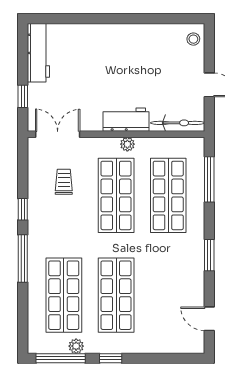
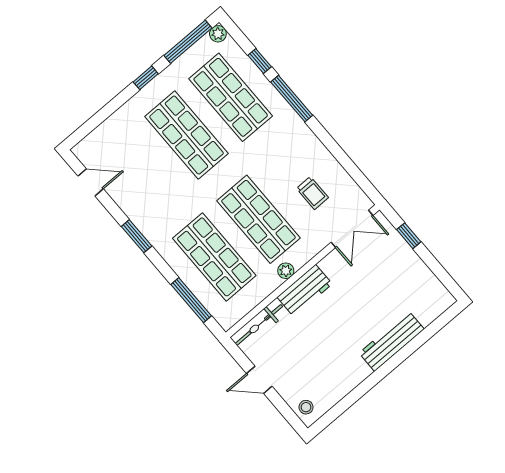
workbench: (38, 53) -> (392, 341), moved, turned 90
window: (23, 209) -> (260, 61), moved
plant: (76, 346) -> (218, 34), moved

